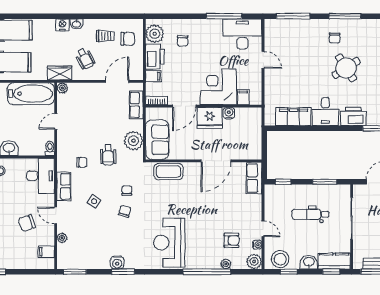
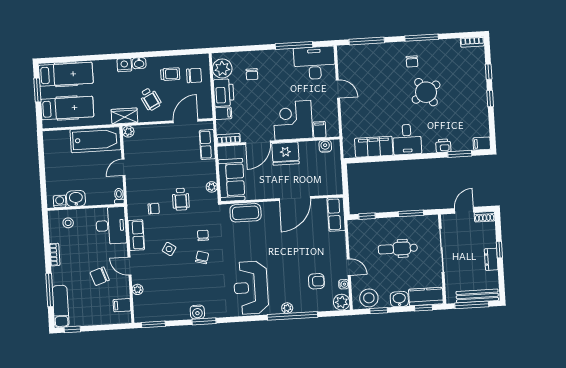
water cooler: (229, 113) -> (325, 146), moved
printer: (353, 117) -> (443, 146), width x0.53, depth x0.68
plant: (133, 141) -> (212, 187), width x0.53, depth x0.53
plant: (226, 264) -> (287, 308), moved

